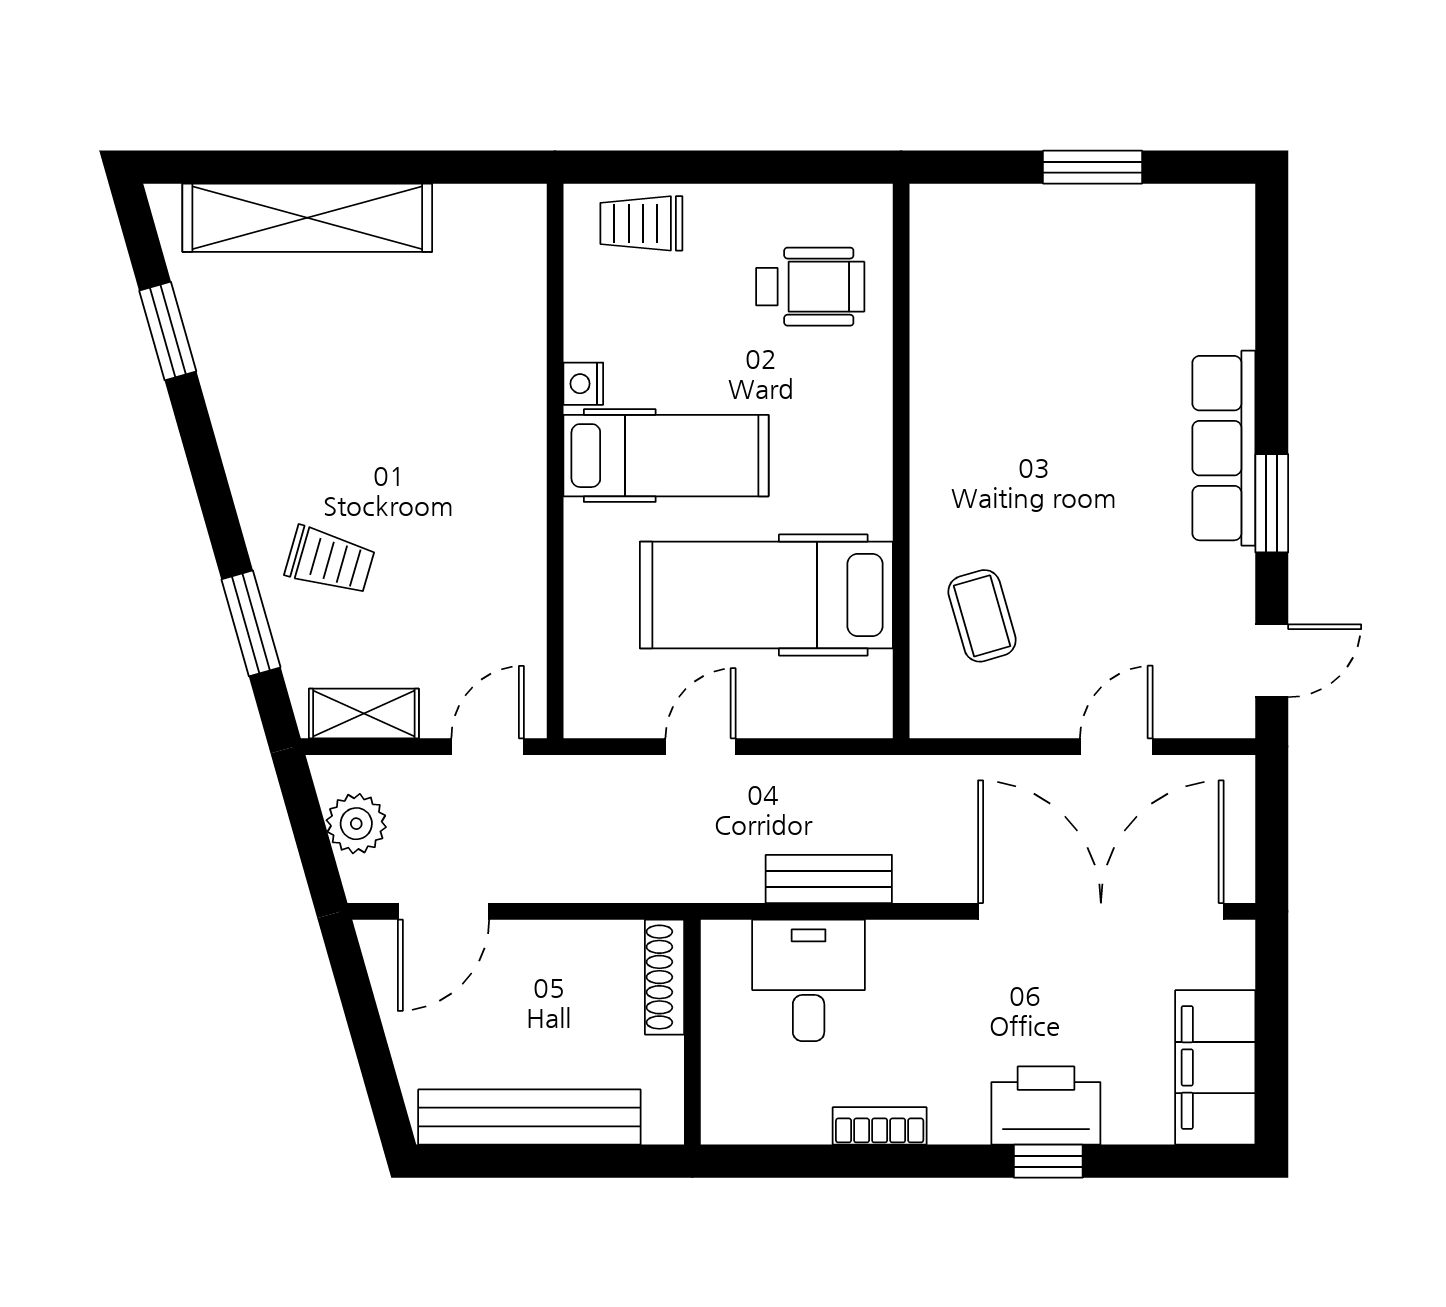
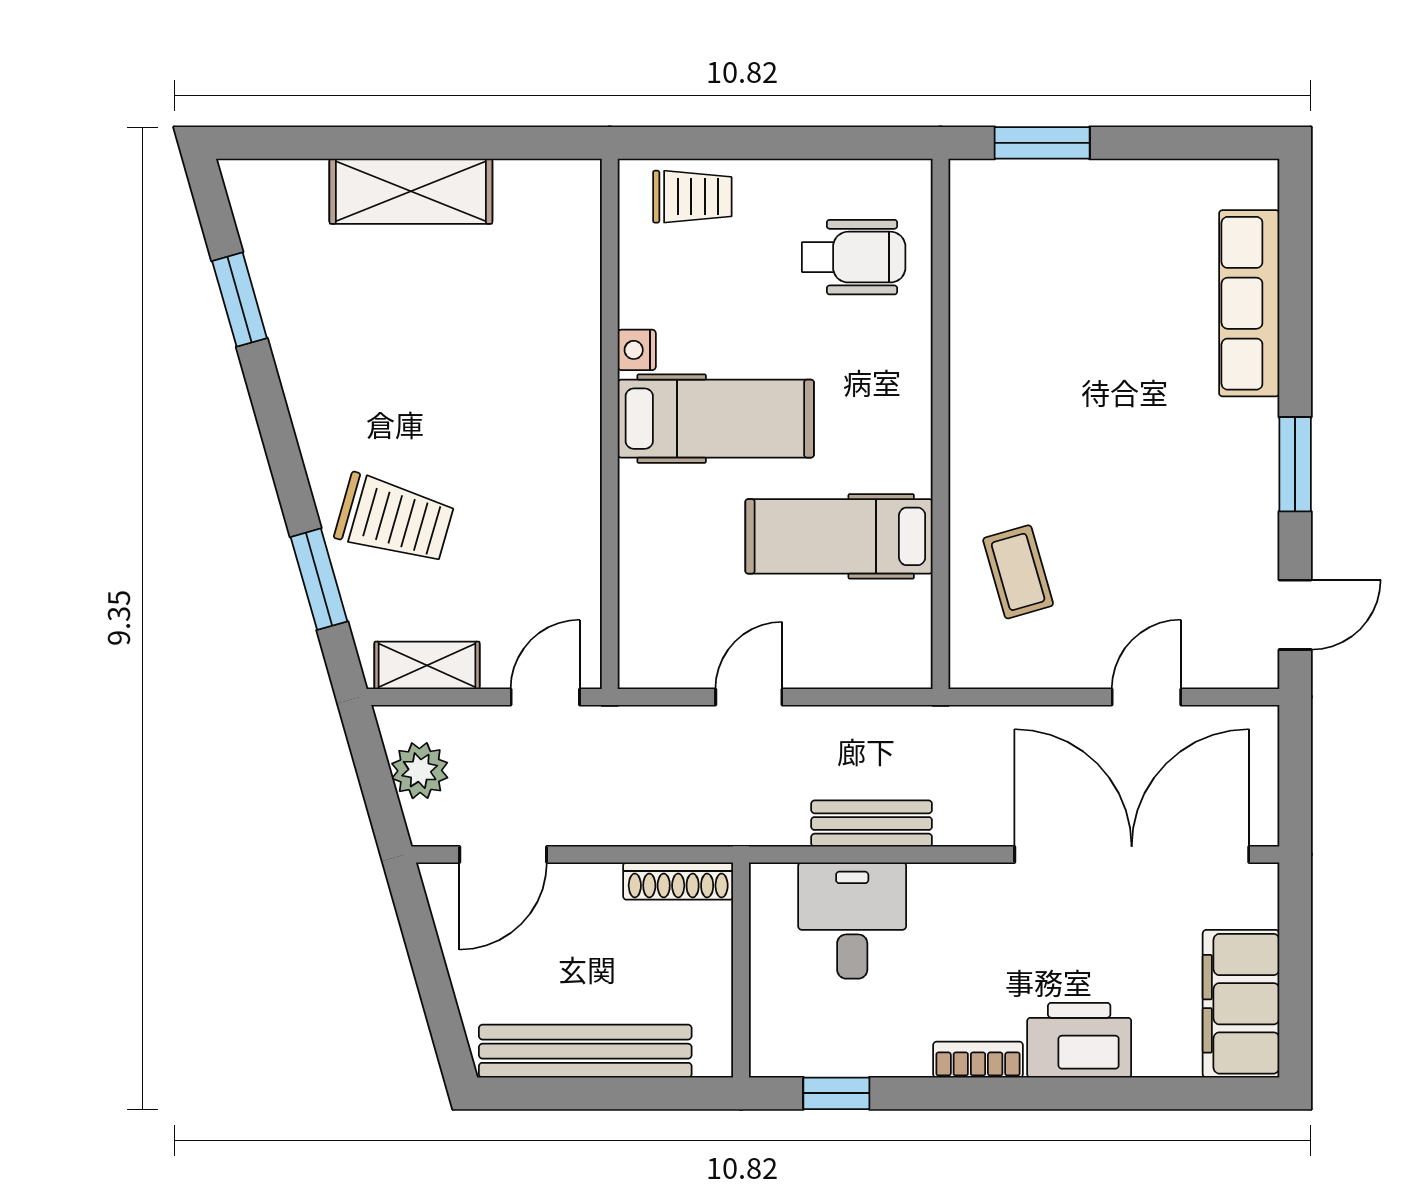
window: (1093, 167) -> (1042, 143), moved
shelving: (307, 218) -> (411, 191), width x0.68
trolley: (641, 223) -> (692, 197), turned 180
row of seats: (1224, 448) -> (1249, 303), moved
trolley: (330, 561) -> (394, 519), width x1.36, depth x1.39
hospital bed: (766, 595) -> (839, 536), width x0.73, depth x0.78
shoe rack: (665, 977) -> (678, 881), moved, turned -90
bookcase: (880, 1126) -> (978, 1060), moved
window: (1048, 1161) -> (836, 1093), moved

